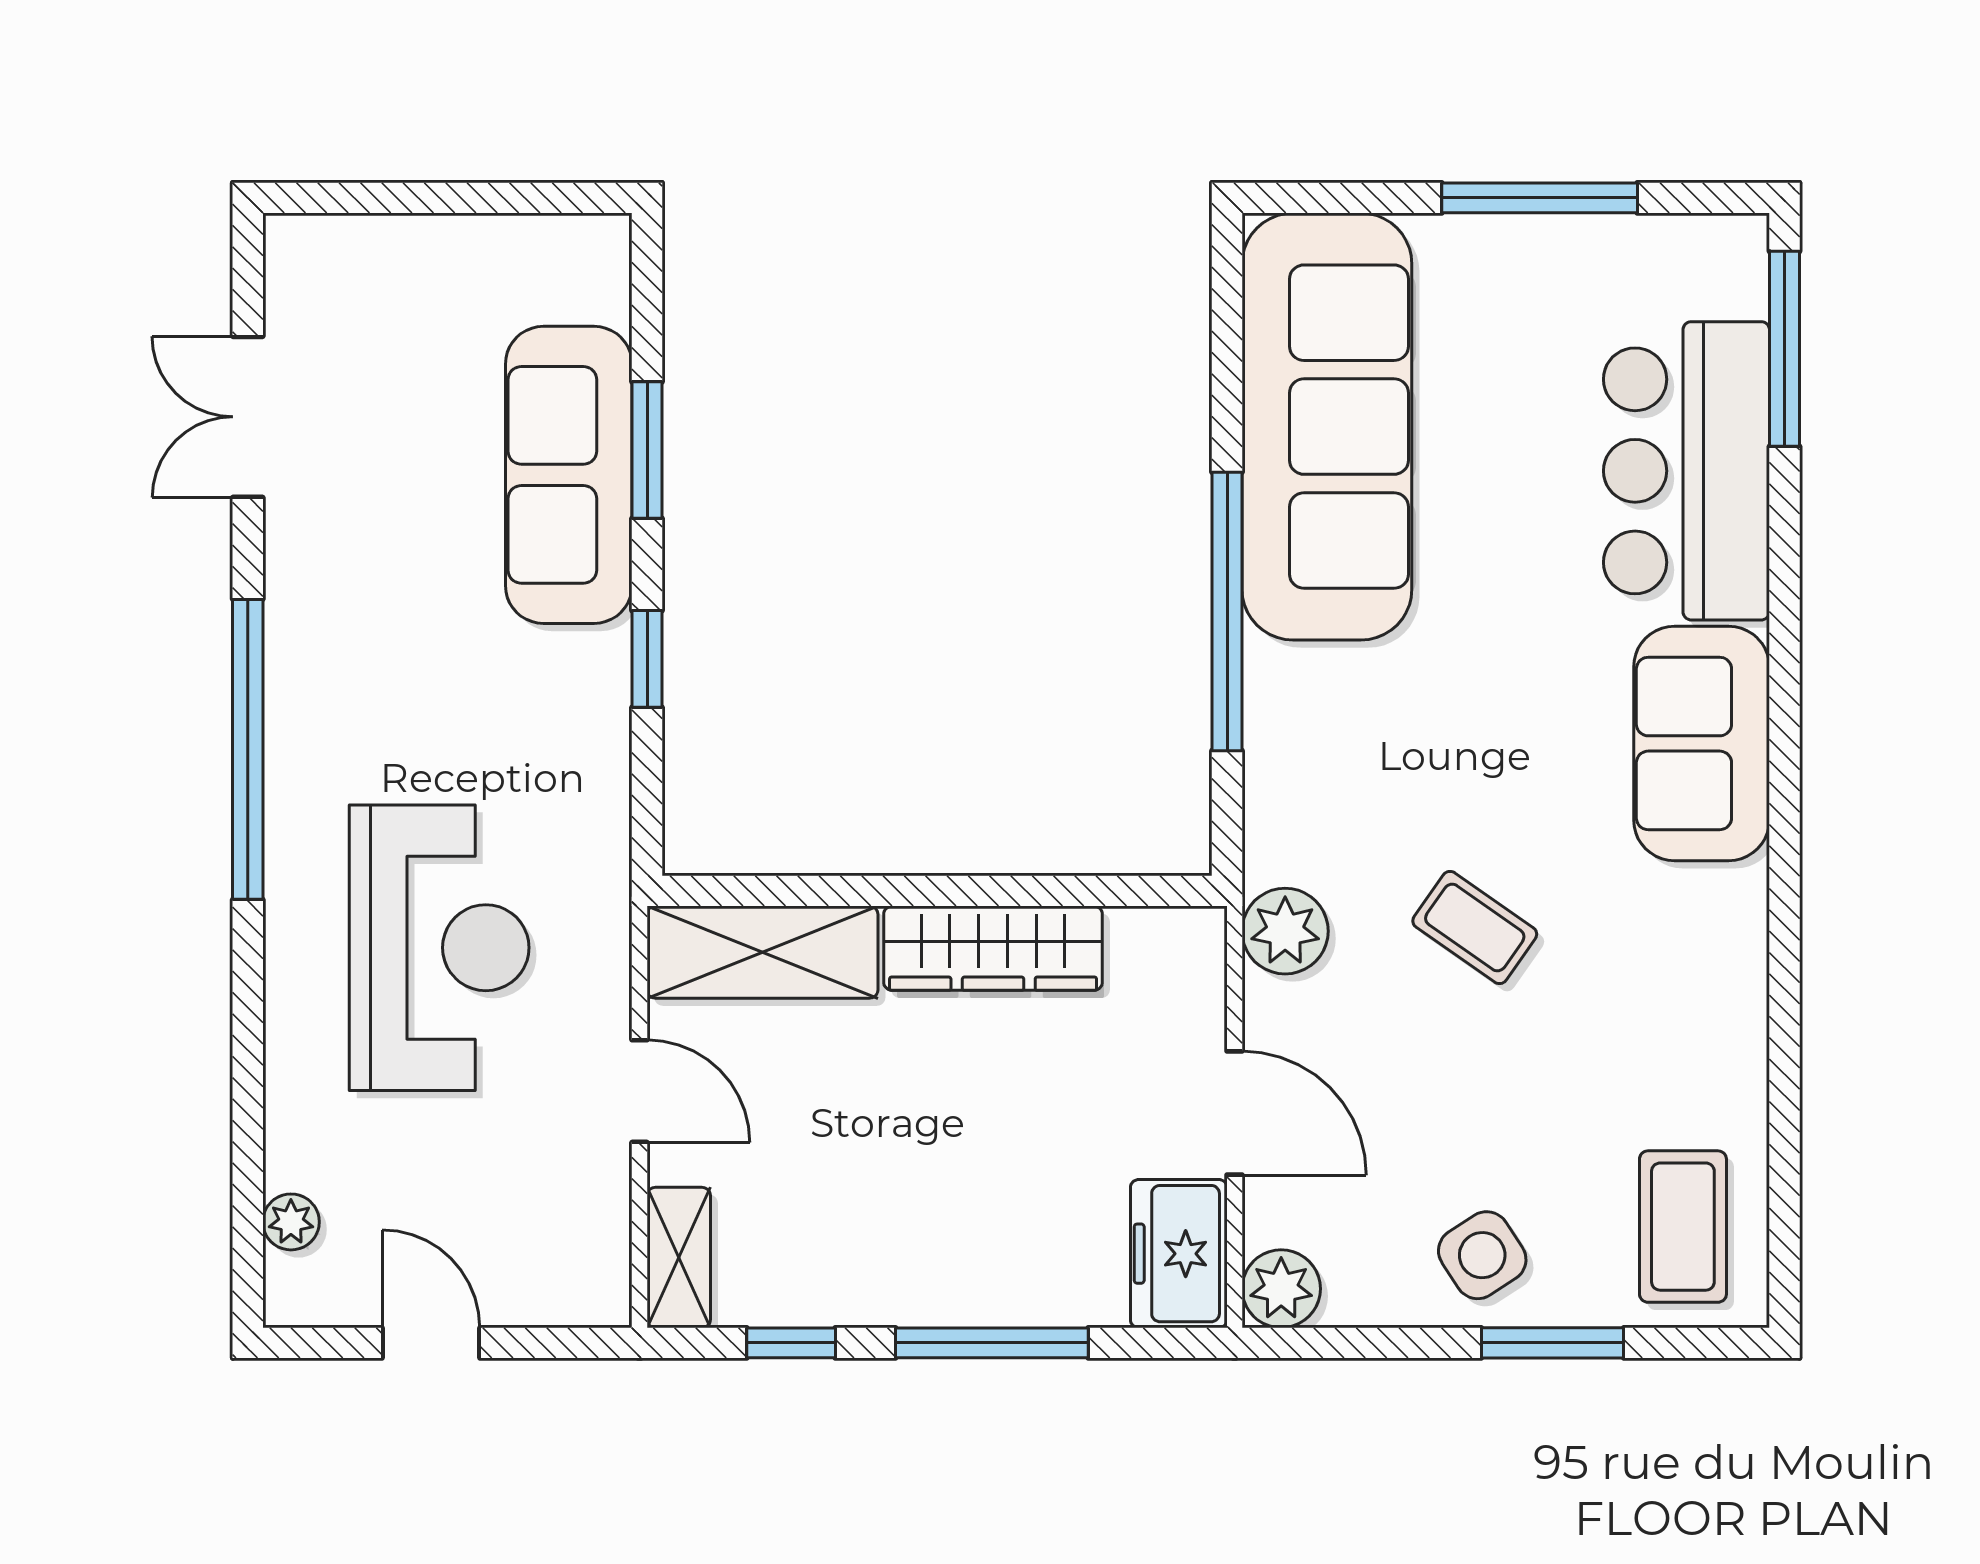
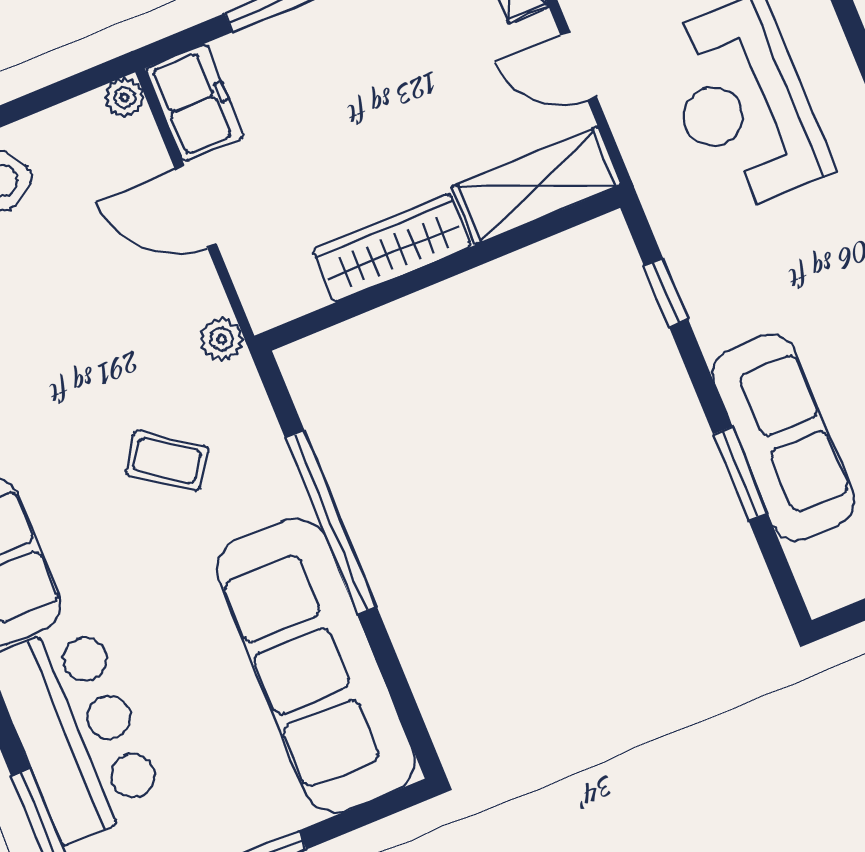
window: (647, 659) -> (666, 293), moved
coffee table: (1475, 928) -> (167, 461), moved
plant: (1285, 931) -> (221, 339), width x0.73, depth x0.73
plant: (1281, 1289) -> (125, 98), width x0.73, depth x0.73

